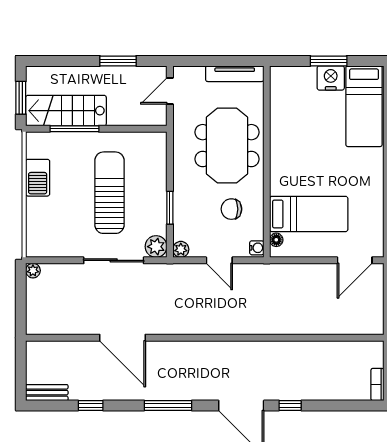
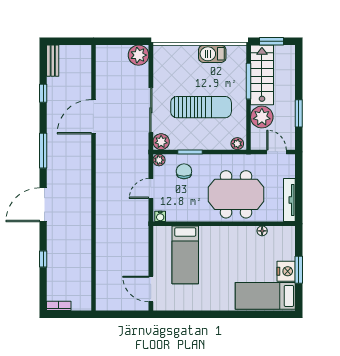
plant: (123, 111) -> (262, 117), added
plant: (159, 144) -> (237, 144), added
chair: (231, 209) -> (184, 171), moved
floor lamp: (276, 240) -> (262, 231), moved
plant: (33, 271) -> (139, 55), width x1.88, depth x1.88
window: (290, 406) -> (43, 259), moved

